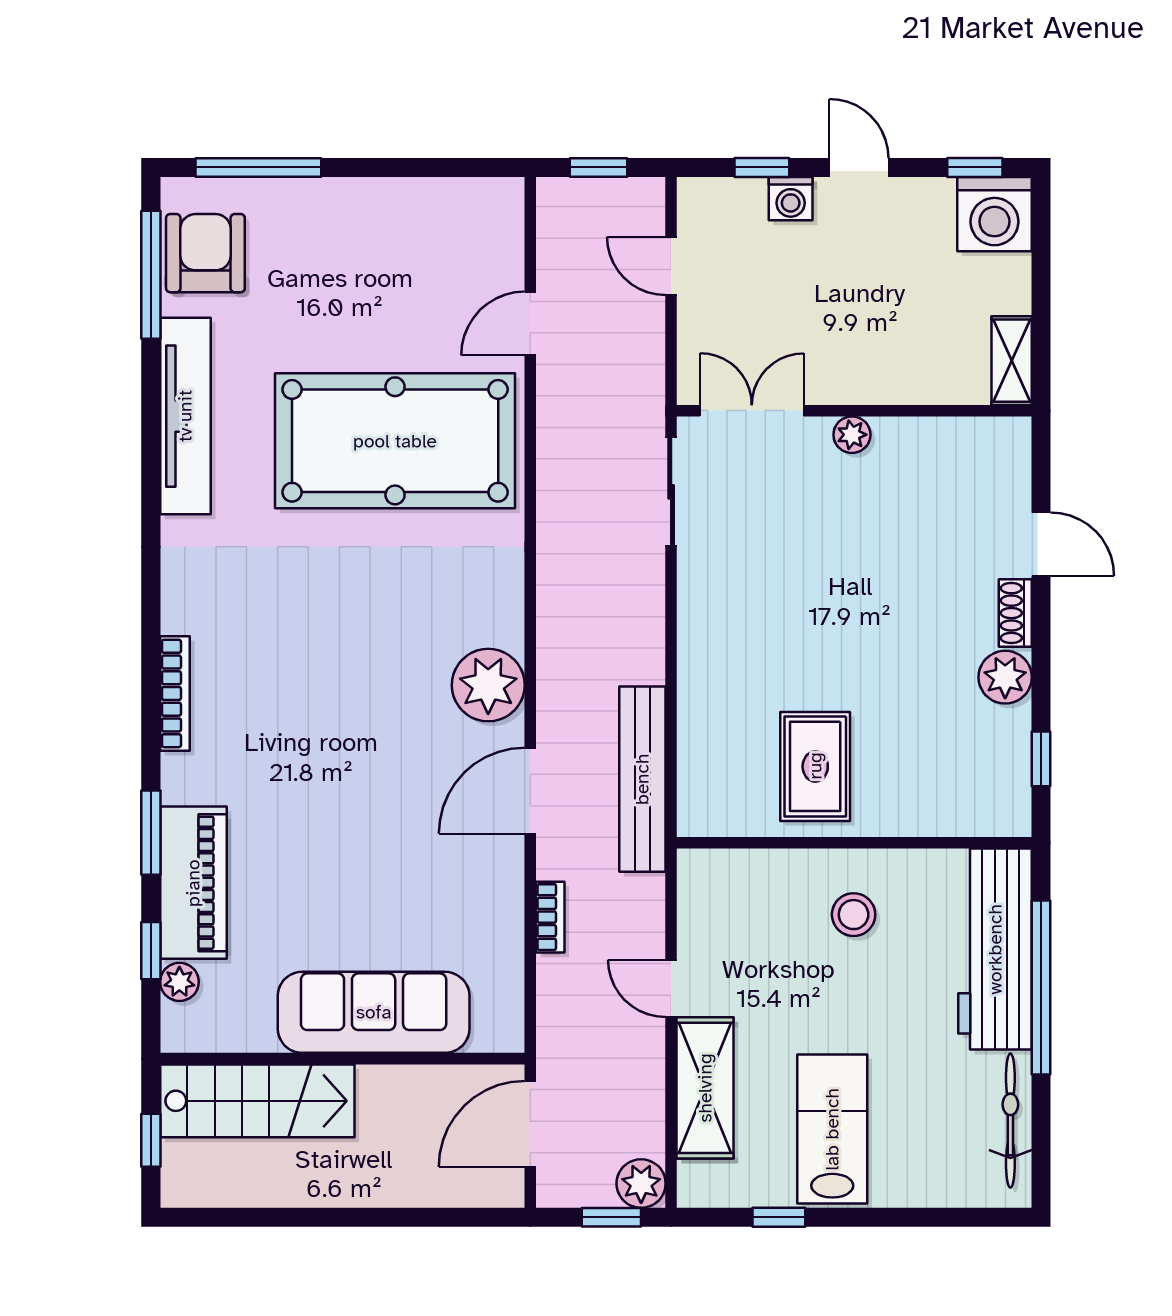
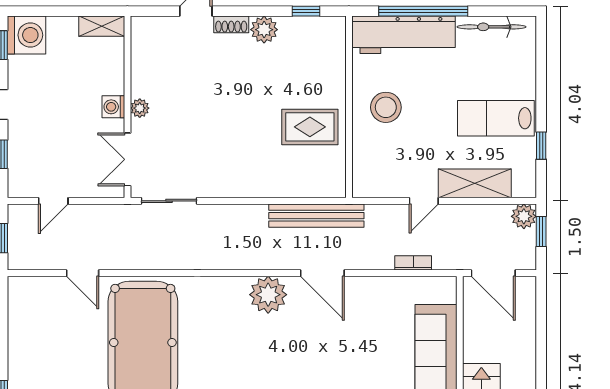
washing machine: (791, 199) -> (113, 107), moved, turned 180
stool: (854, 915) -> (386, 107), width x1.38, depth x1.38
bookcase: (550, 917) -> (413, 263), moved

